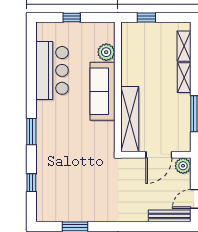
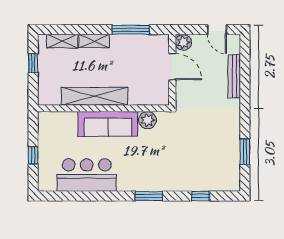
window: (146, 18) -> (33, 63), moved
plant: (106, 52) -> (148, 120), moved
shelving: (130, 119) -> (95, 96), moved
bench: (170, 216) -> (234, 76), moved

